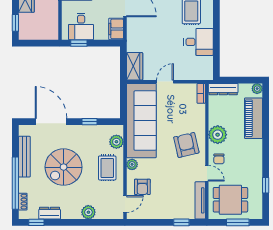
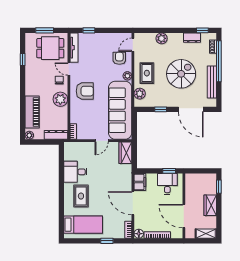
armchair: (186, 145) -> (85, 91), turned -77

